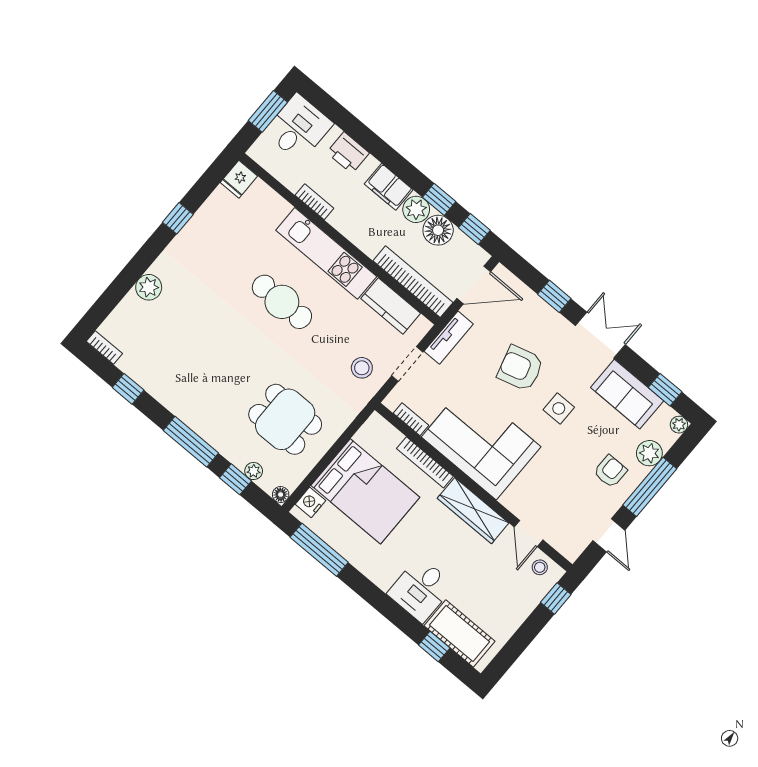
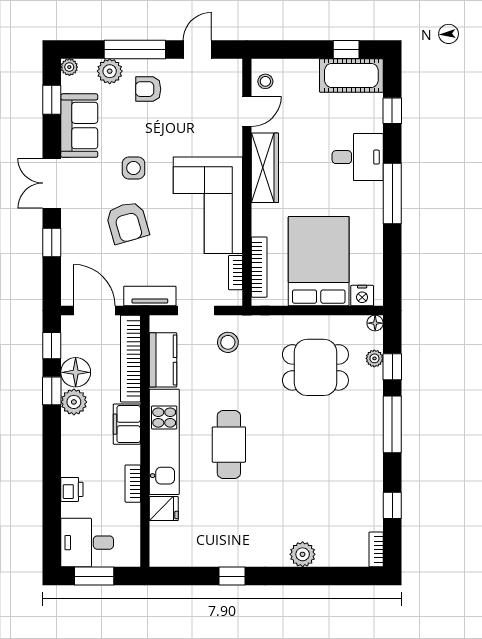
printer: (348, 153) -> (72, 489), width x0.73, depth x0.81
fridge: (239, 179) -> (164, 509), moved
filing cabinet: (389, 187) -> (127, 424), moved, turned 180
dining table: (285, 419) -> (315, 367), turned 90
bookcase: (425, 462) -> (259, 267), moved
window: (319, 550) -> (392, 193), moved
window: (556, 598) -> (346, 50), moved
cot: (460, 633) -> (351, 75), moved, turned 90

